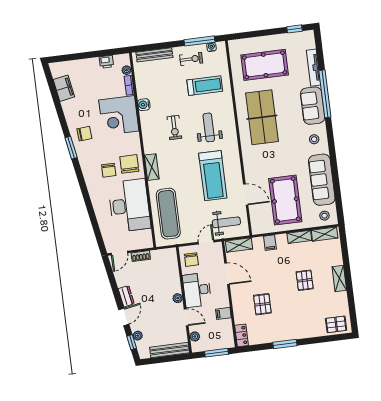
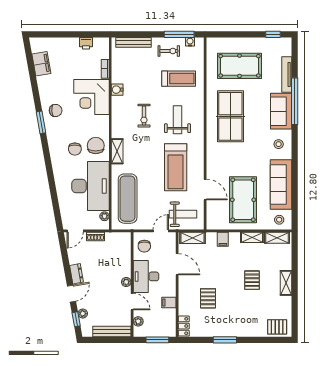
plant: (127, 70) -> (104, 216), moved

